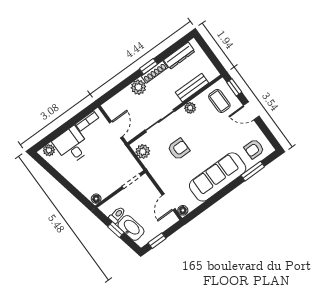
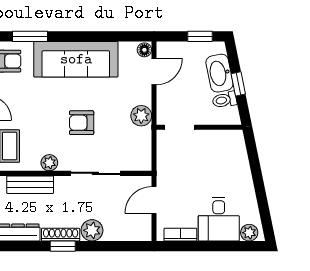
armchair: (179, 149) -> (82, 123), moved
plant: (143, 151) -> (141, 116), moved
floor lamp: (96, 199) -> (235, 137), removed

